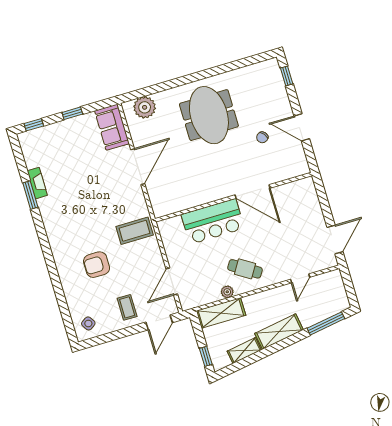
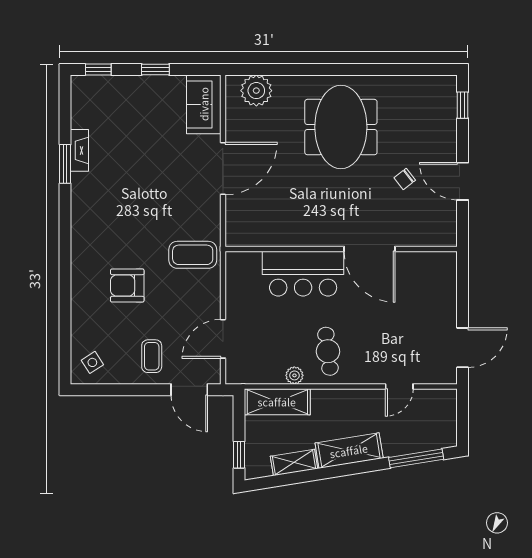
cafe table: (245, 269) -> (328, 351), turned 51
door: (159, 322) -> (189, 390), hinge flipped

